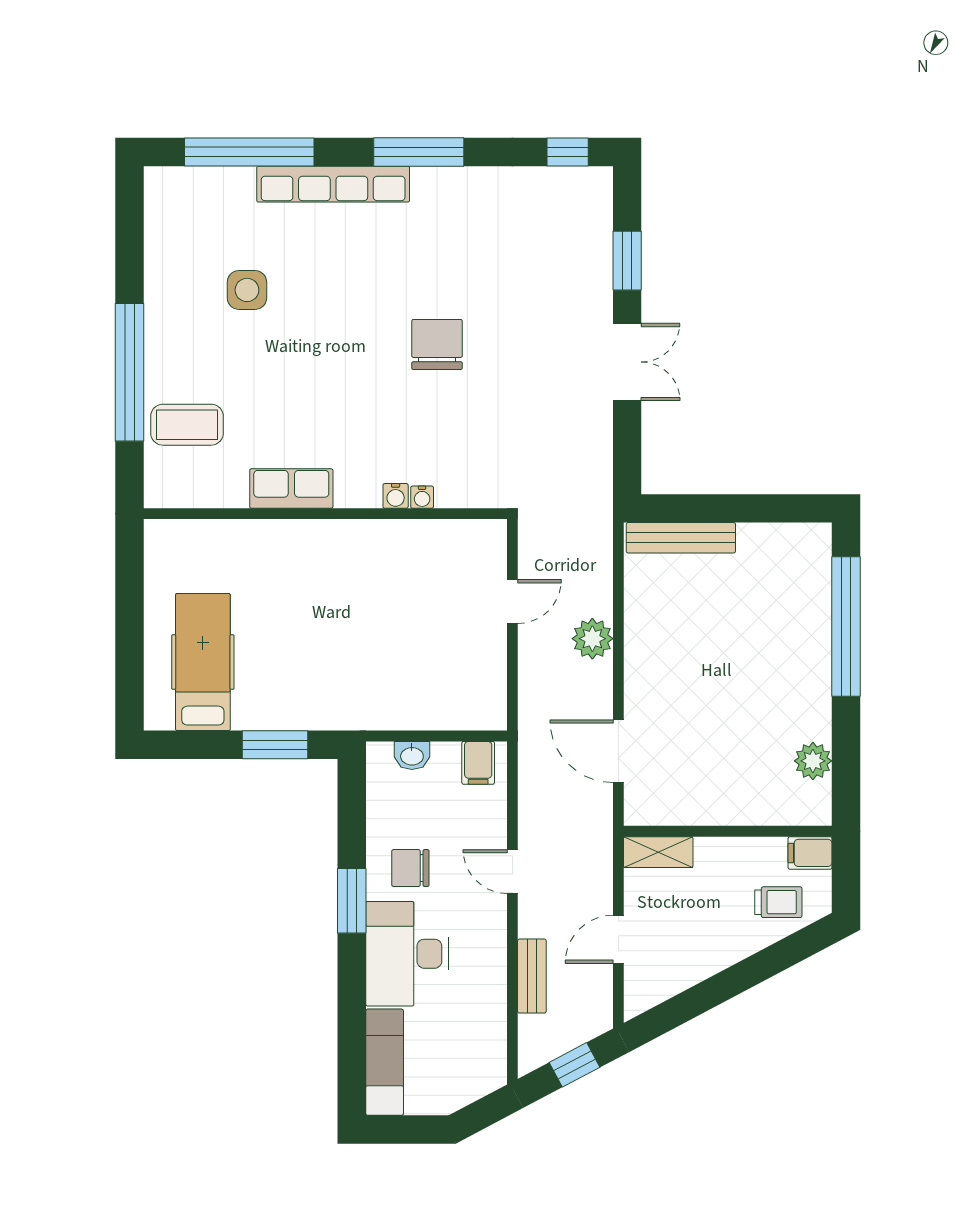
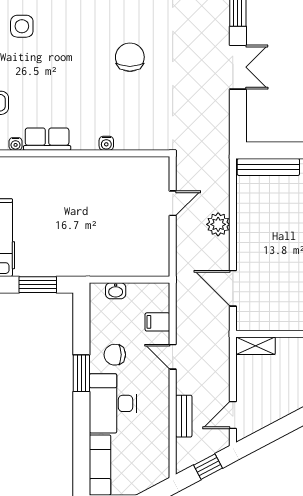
water cooler: (422, 497) -> (16, 144), moved
filing cabinet: (478, 763) -> (157, 322), moved, turned 90
door: (618, 939) -> (233, 415), moved

